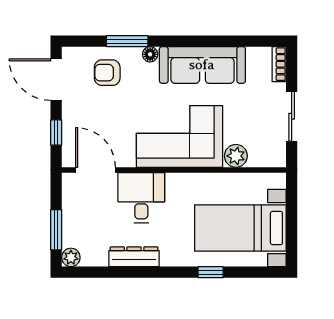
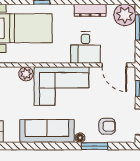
plant: (71, 257) -> (125, 15), width x1.88, depth x1.88

